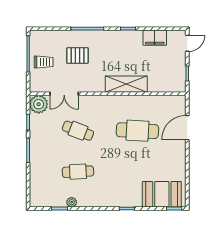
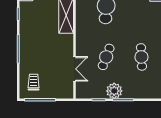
pallet: (77, 55) -> (41, 57), removed
trolley: (44, 62) -> (34, 82), moved
plant: (39, 104) -> (114, 91), moved

